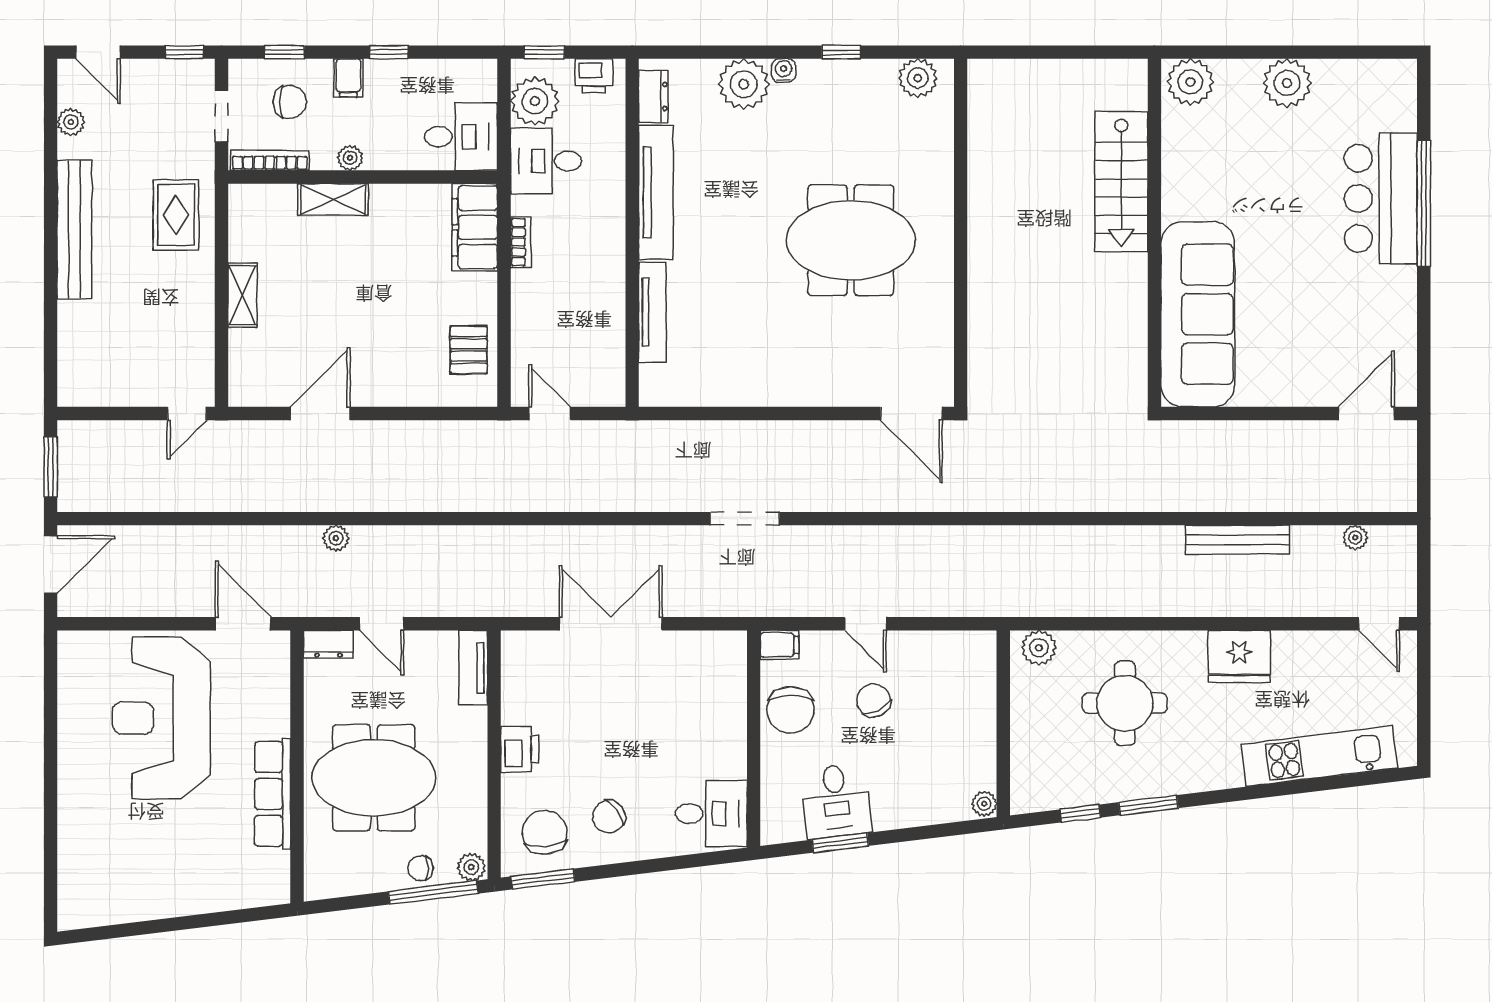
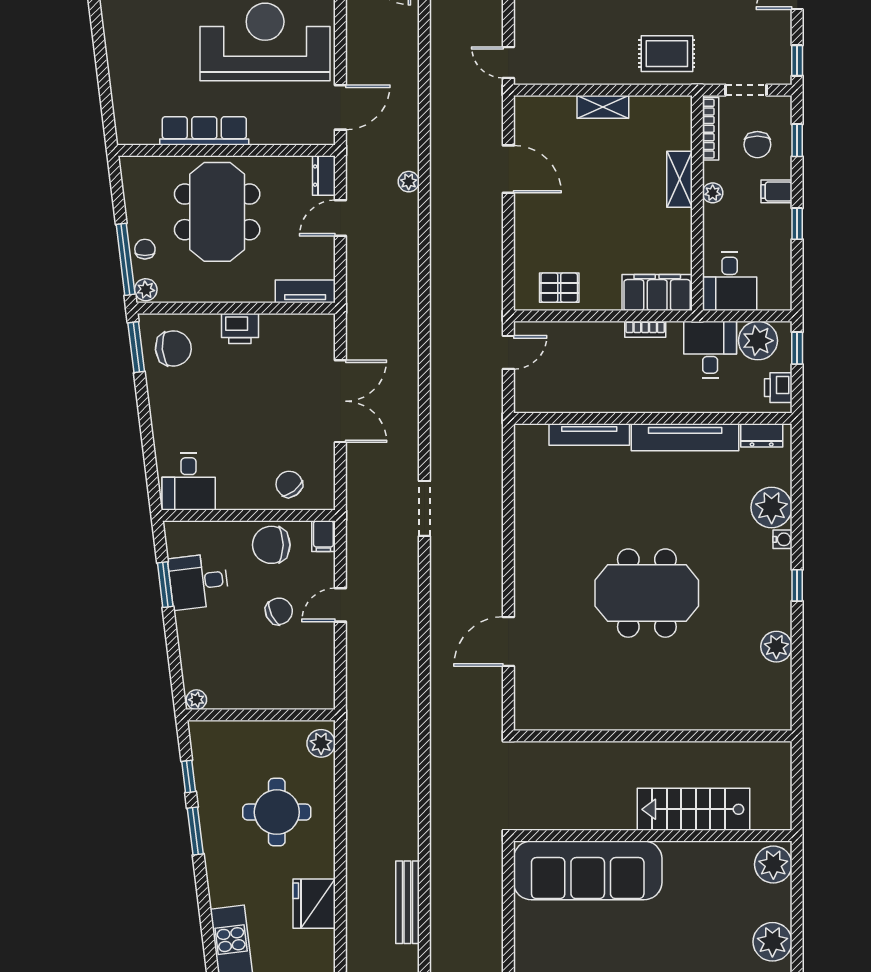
wall: (961, 233) -> (653, 736), moved
meeting table: (851, 240) -> (647, 593), turned 90
chair: (609, 816) -> (289, 484), moved

